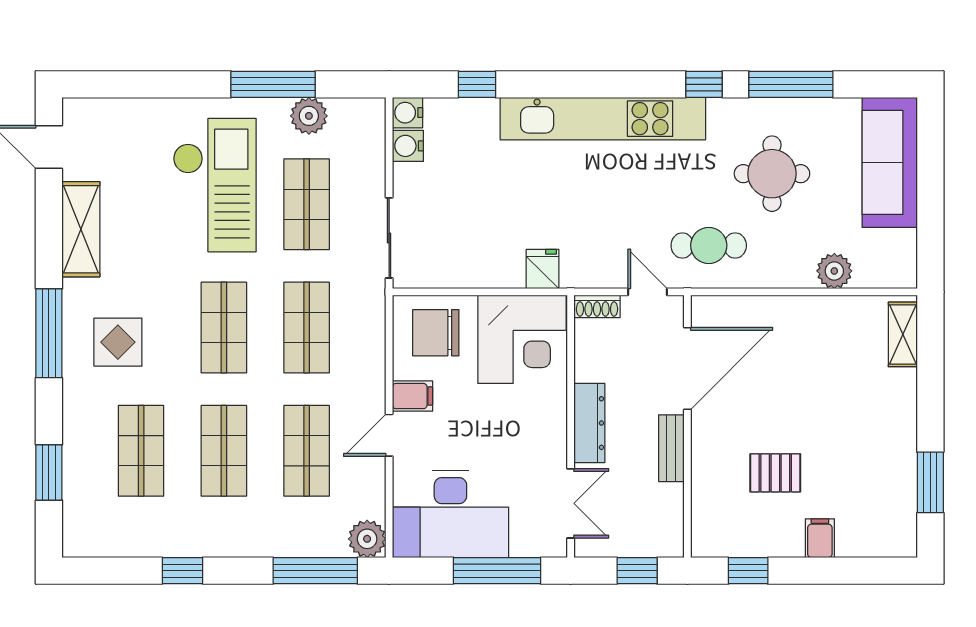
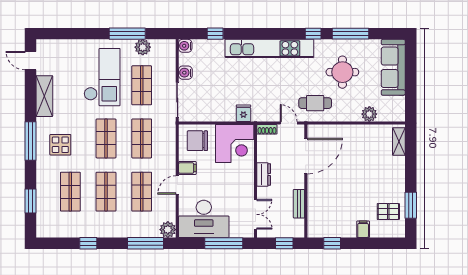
water cooler: (408, 146) -> (185, 73), moved
dresser: (589, 423) -> (264, 174), width x0.70
bench: (671, 448) -> (299, 204), moved
pallet: (775, 473) -> (388, 212), moved

